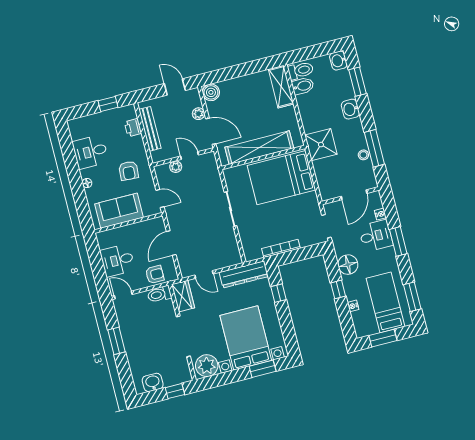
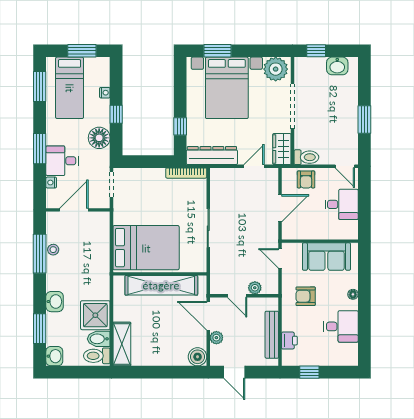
shower: (321, 145) -> (95, 315), moved
armchair: (129, 171) -> (306, 296), turned -94
bookcase: (281, 248) -> (186, 173), moved
armchair: (155, 274) -> (306, 179), turned -90
door: (204, 274) -> (254, 166), hinge flipped

